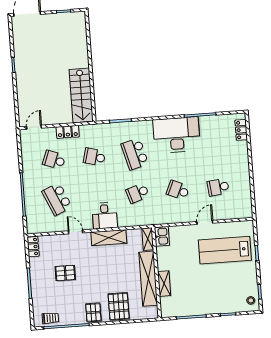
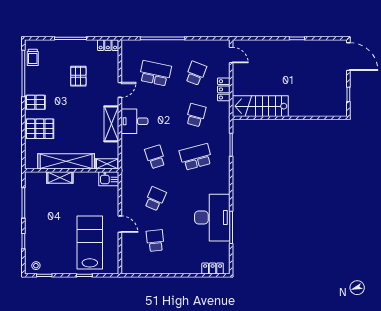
desk: (177, 135) -> (212, 218), moved
school desk: (57, 199) -> (155, 73), turned 36

